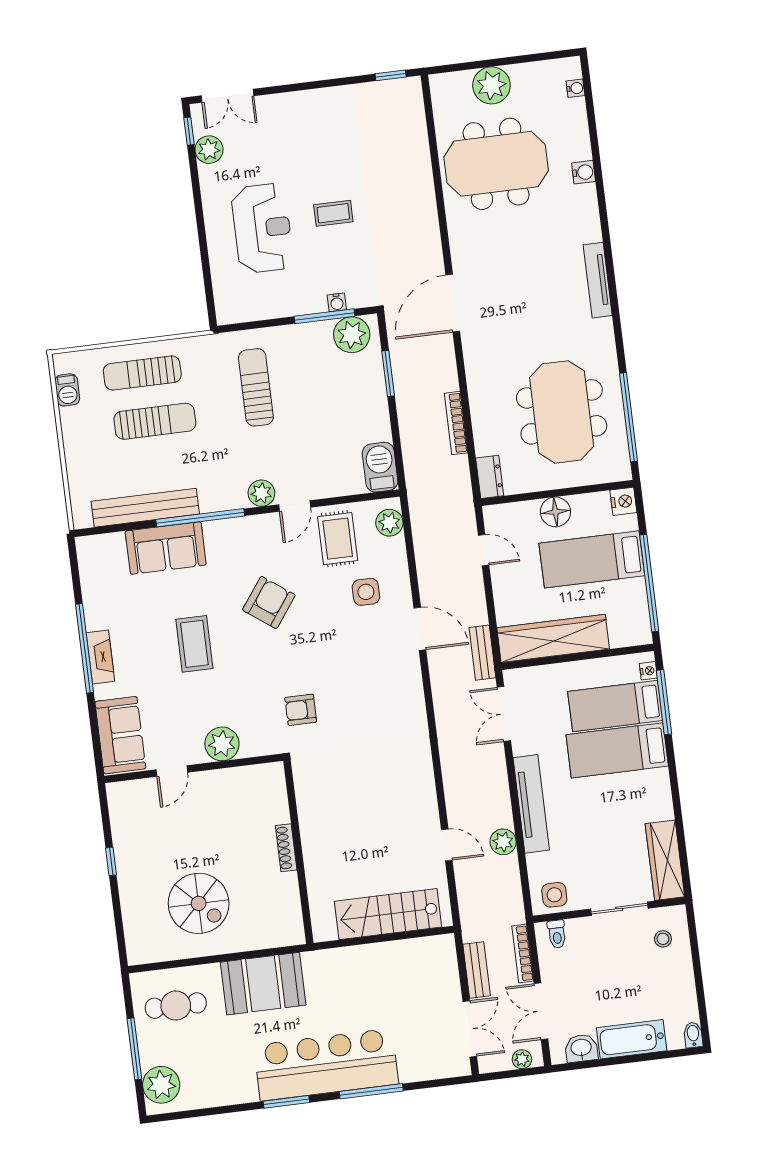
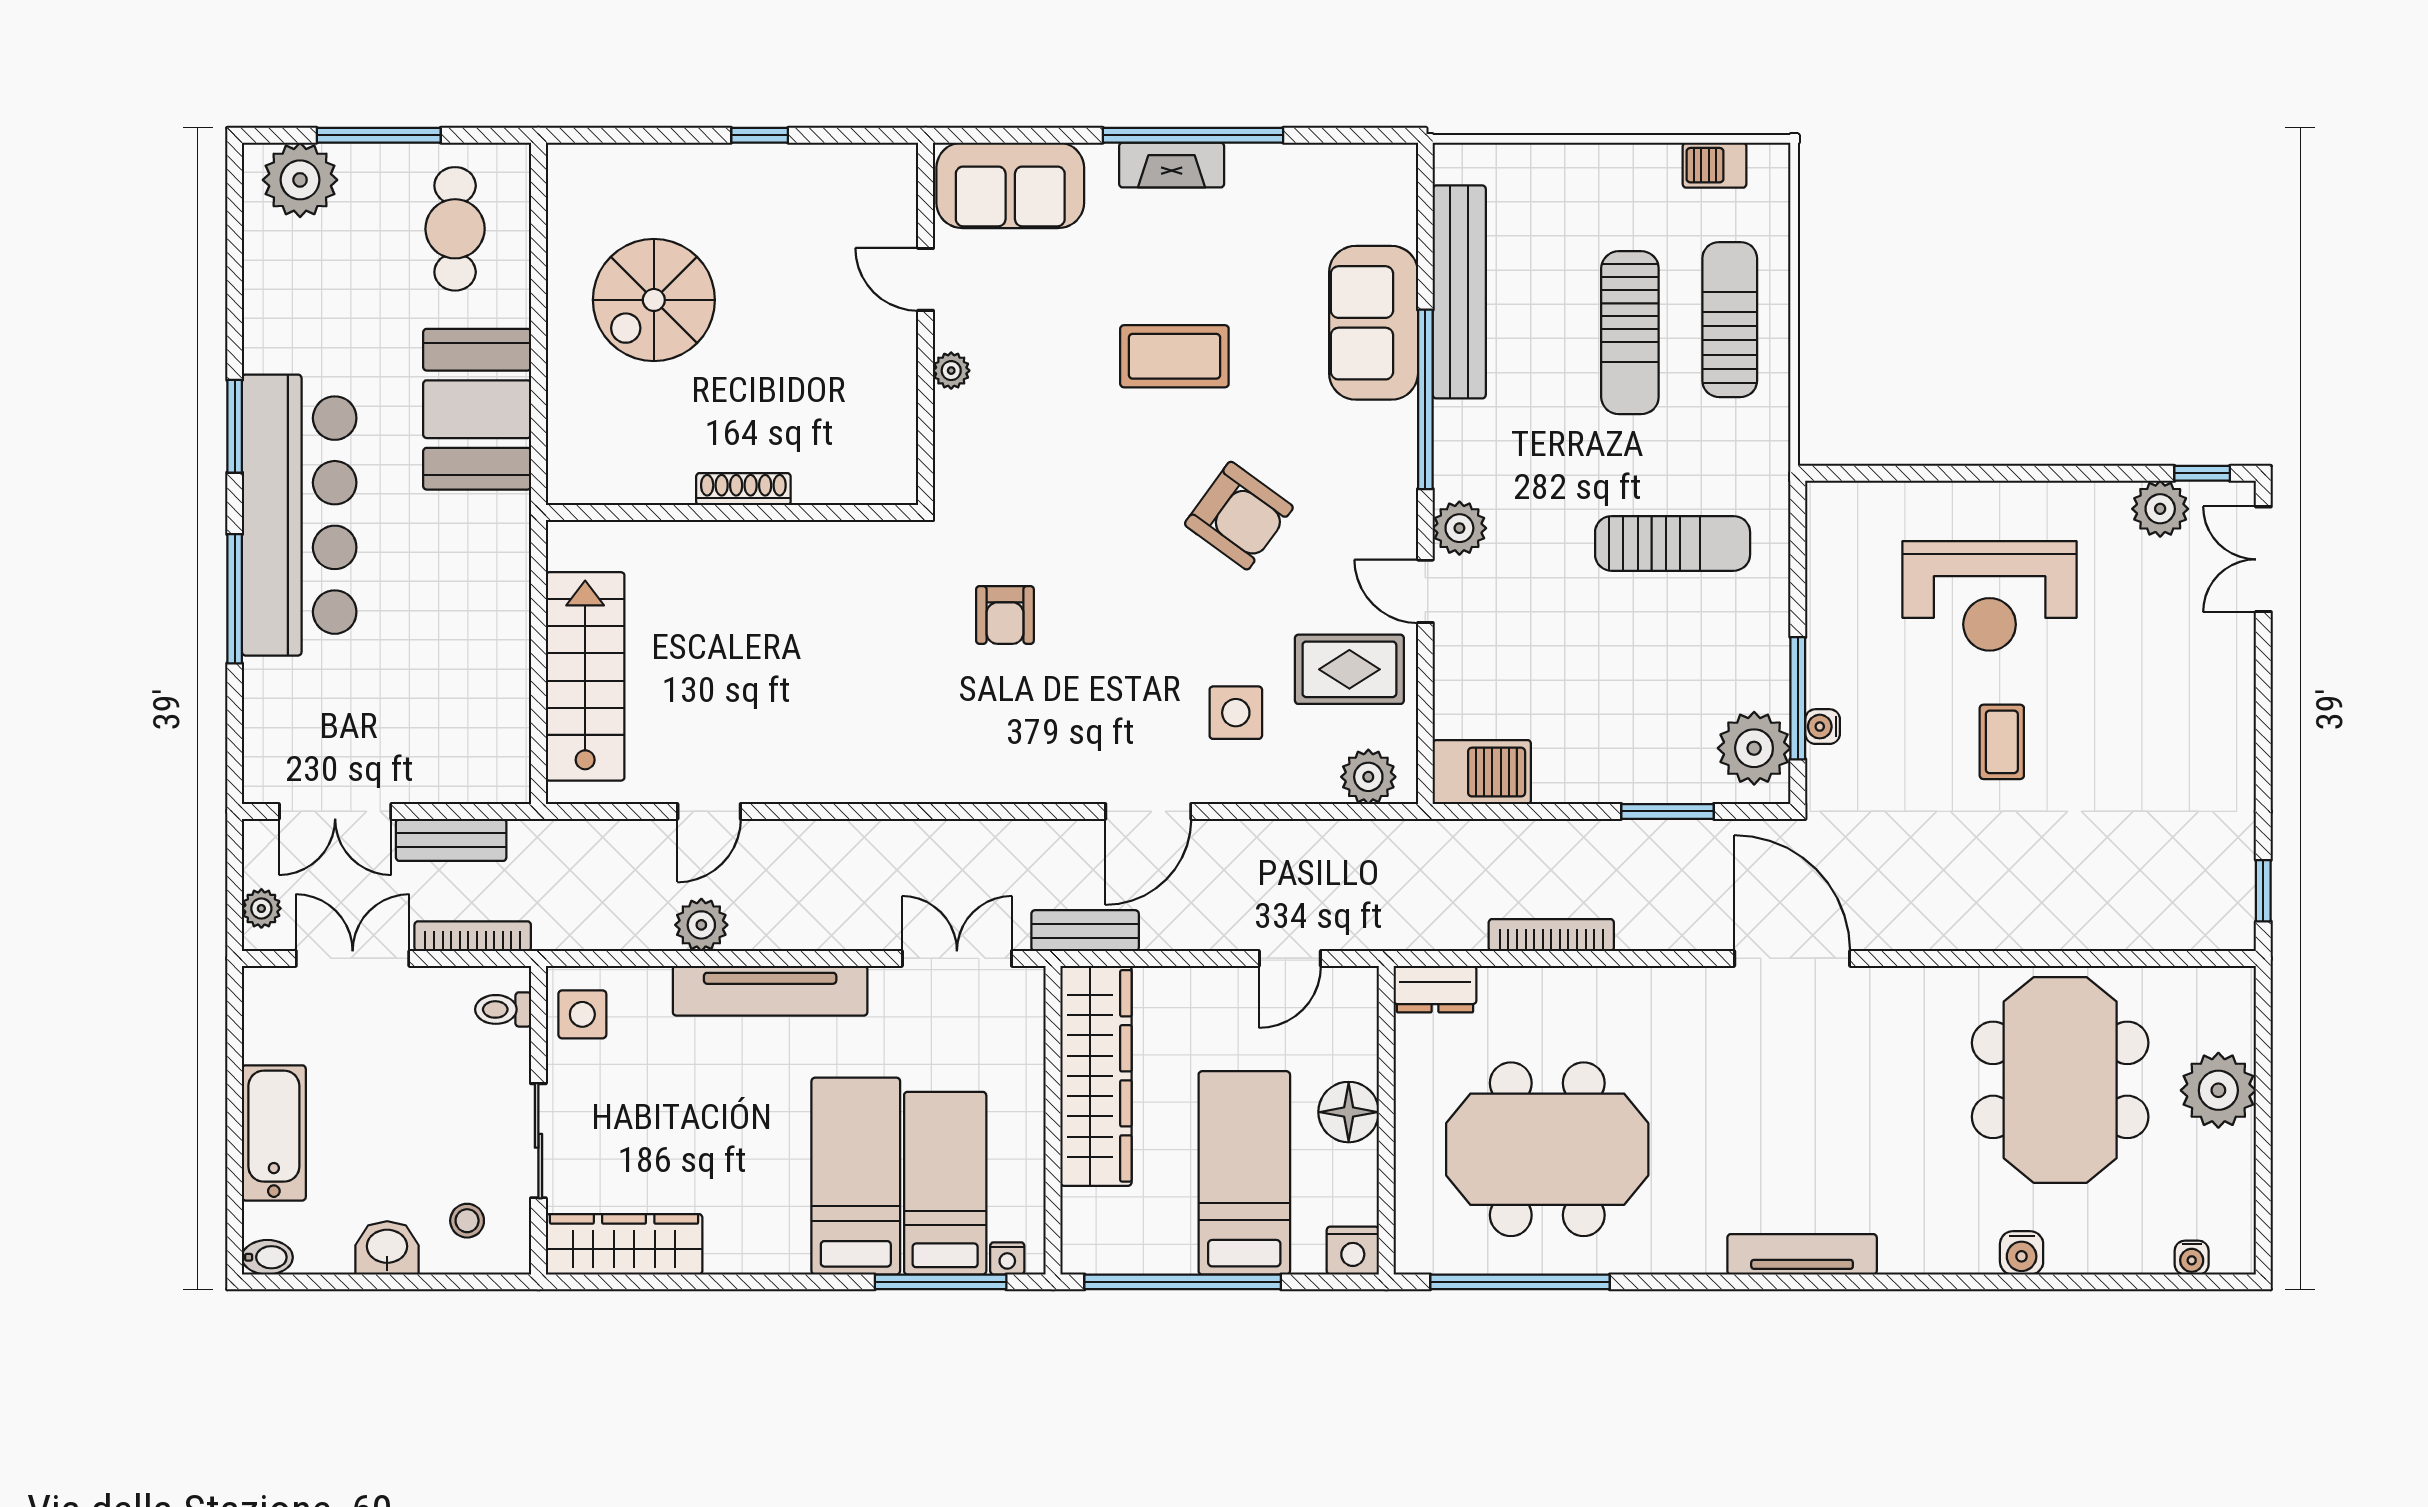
armchair: (301, 710) -> (1005, 615), moved, turned 180
plant: (222, 744) -> (951, 371), width x0.53, depth x0.53
washbasin: (581, 1048) -> (387, 1248), moved, turned -90

